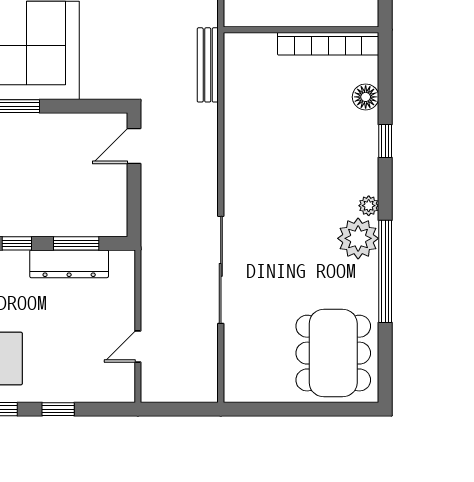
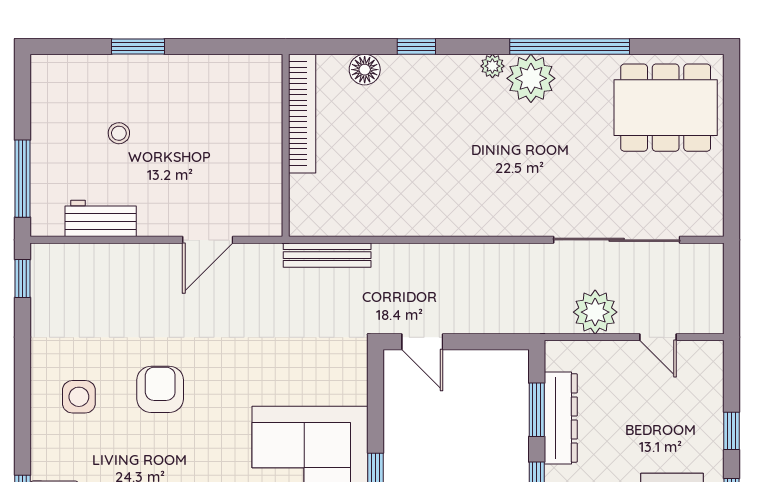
sliding door: (221, 270) -> (617, 240), moved
plant: (159, 293) -> (595, 312), added

